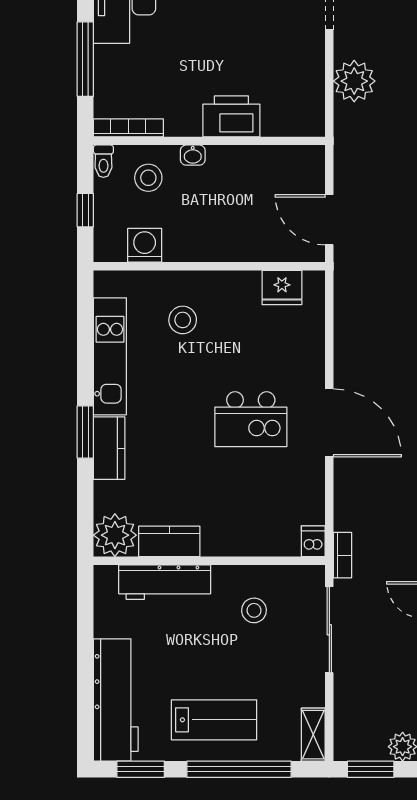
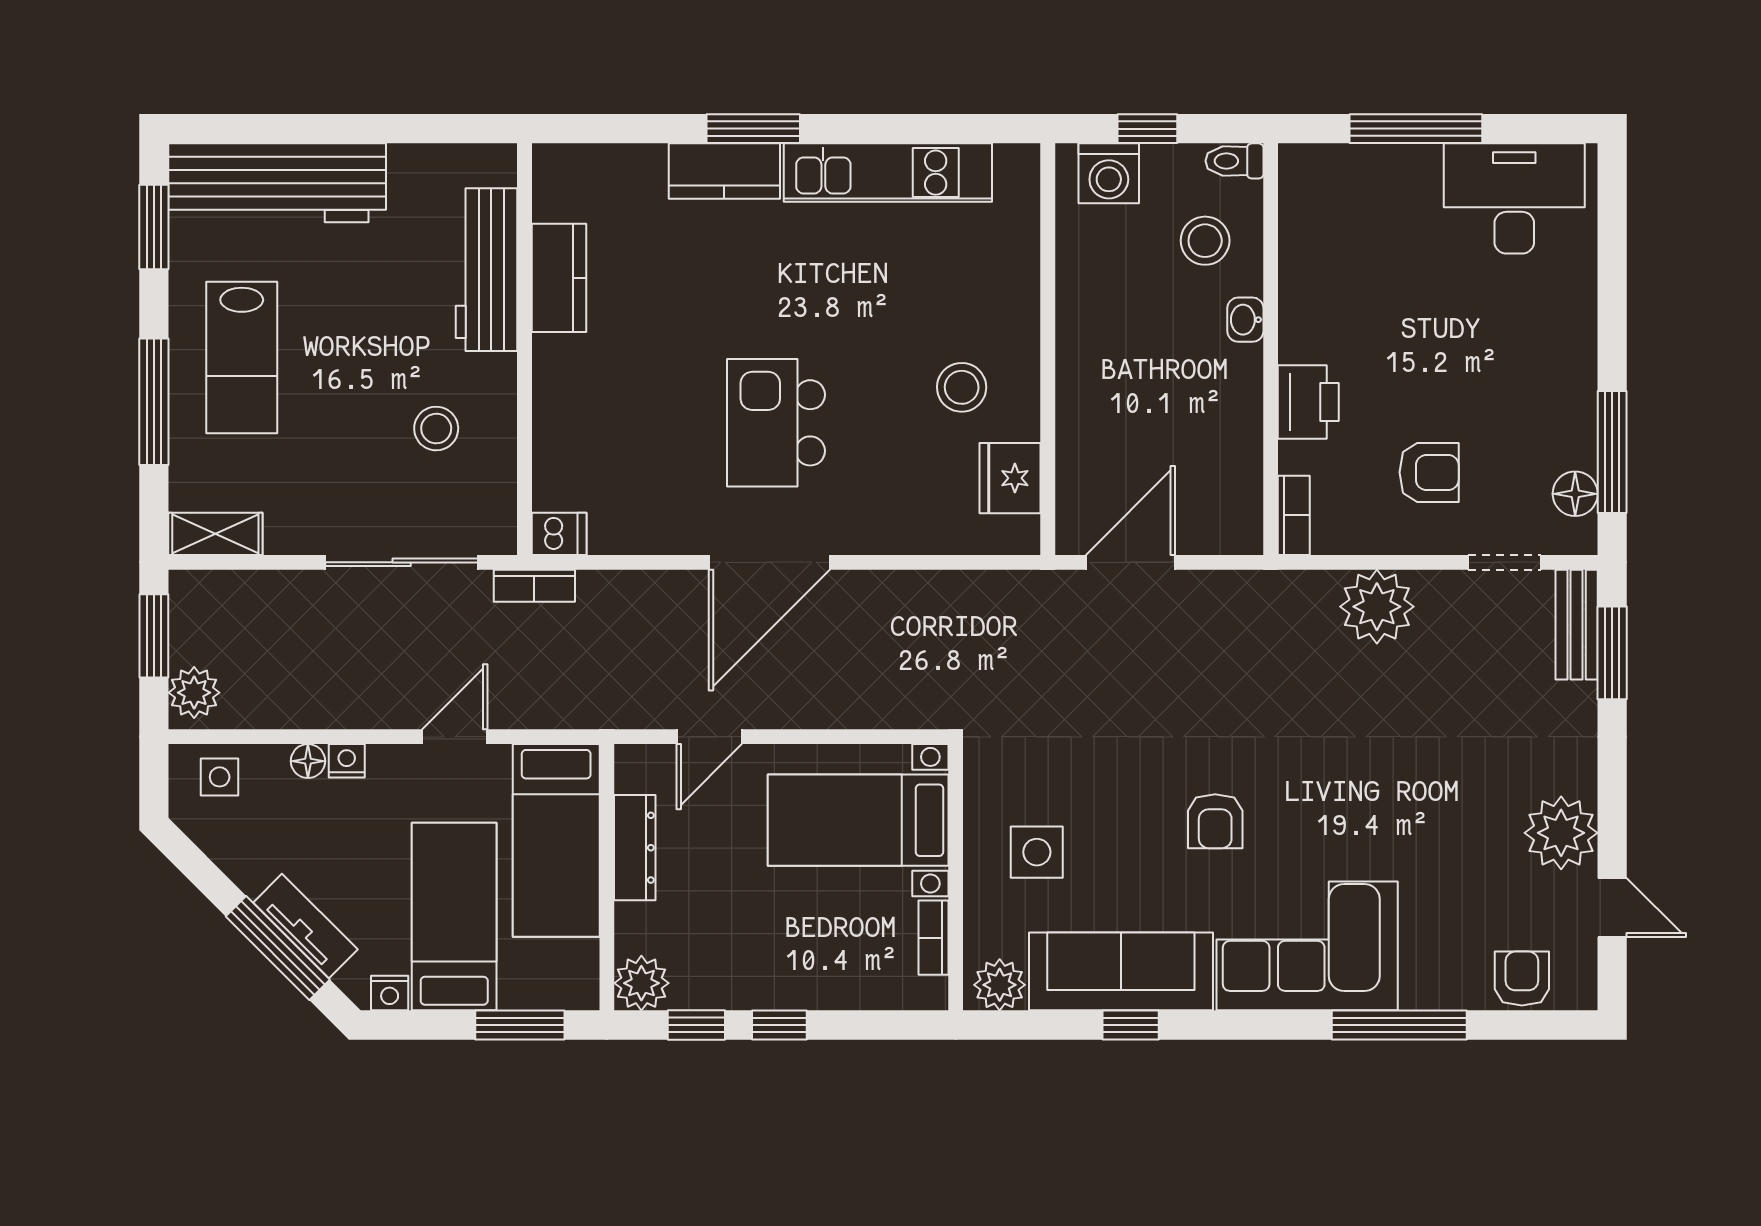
armchair: (279, 52) -> (1429, 472), added
printer: (231, 116) -> (1308, 402), width x0.73, depth x0.84
bookcase: (128, 128) -> (1294, 515), moved, width x0.64
washing machine: (145, 245) -> (1109, 173), moved, turned 90
stool: (183, 320) -> (962, 387), moved
plant: (115, 535) -> (570, 181), removed
window: (239, 769) -> (154, 402), width x0.68

